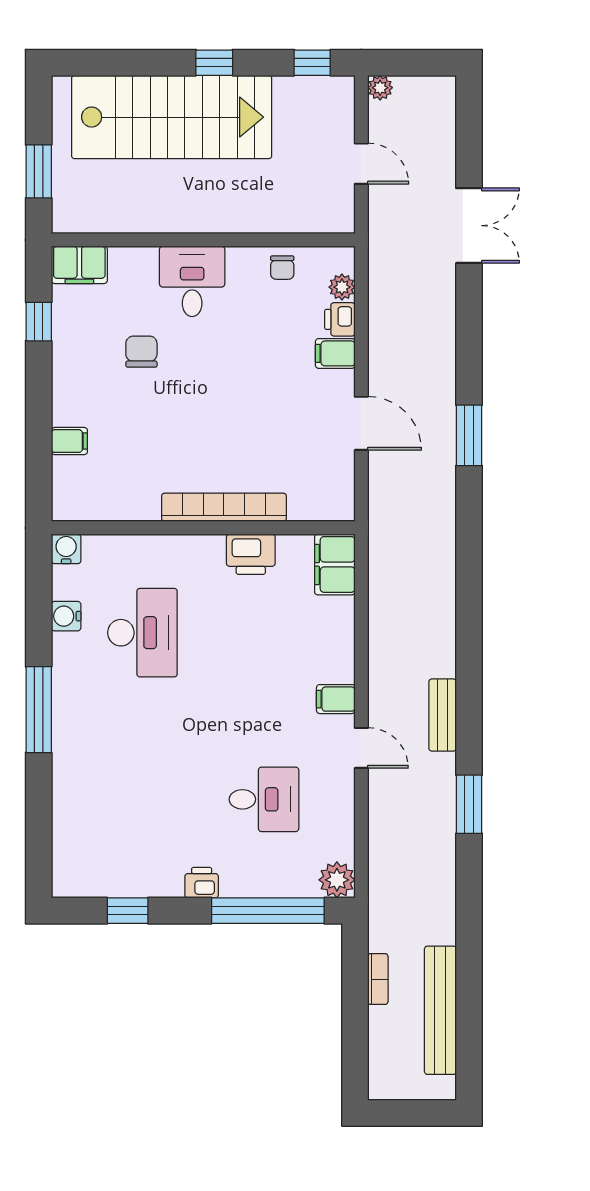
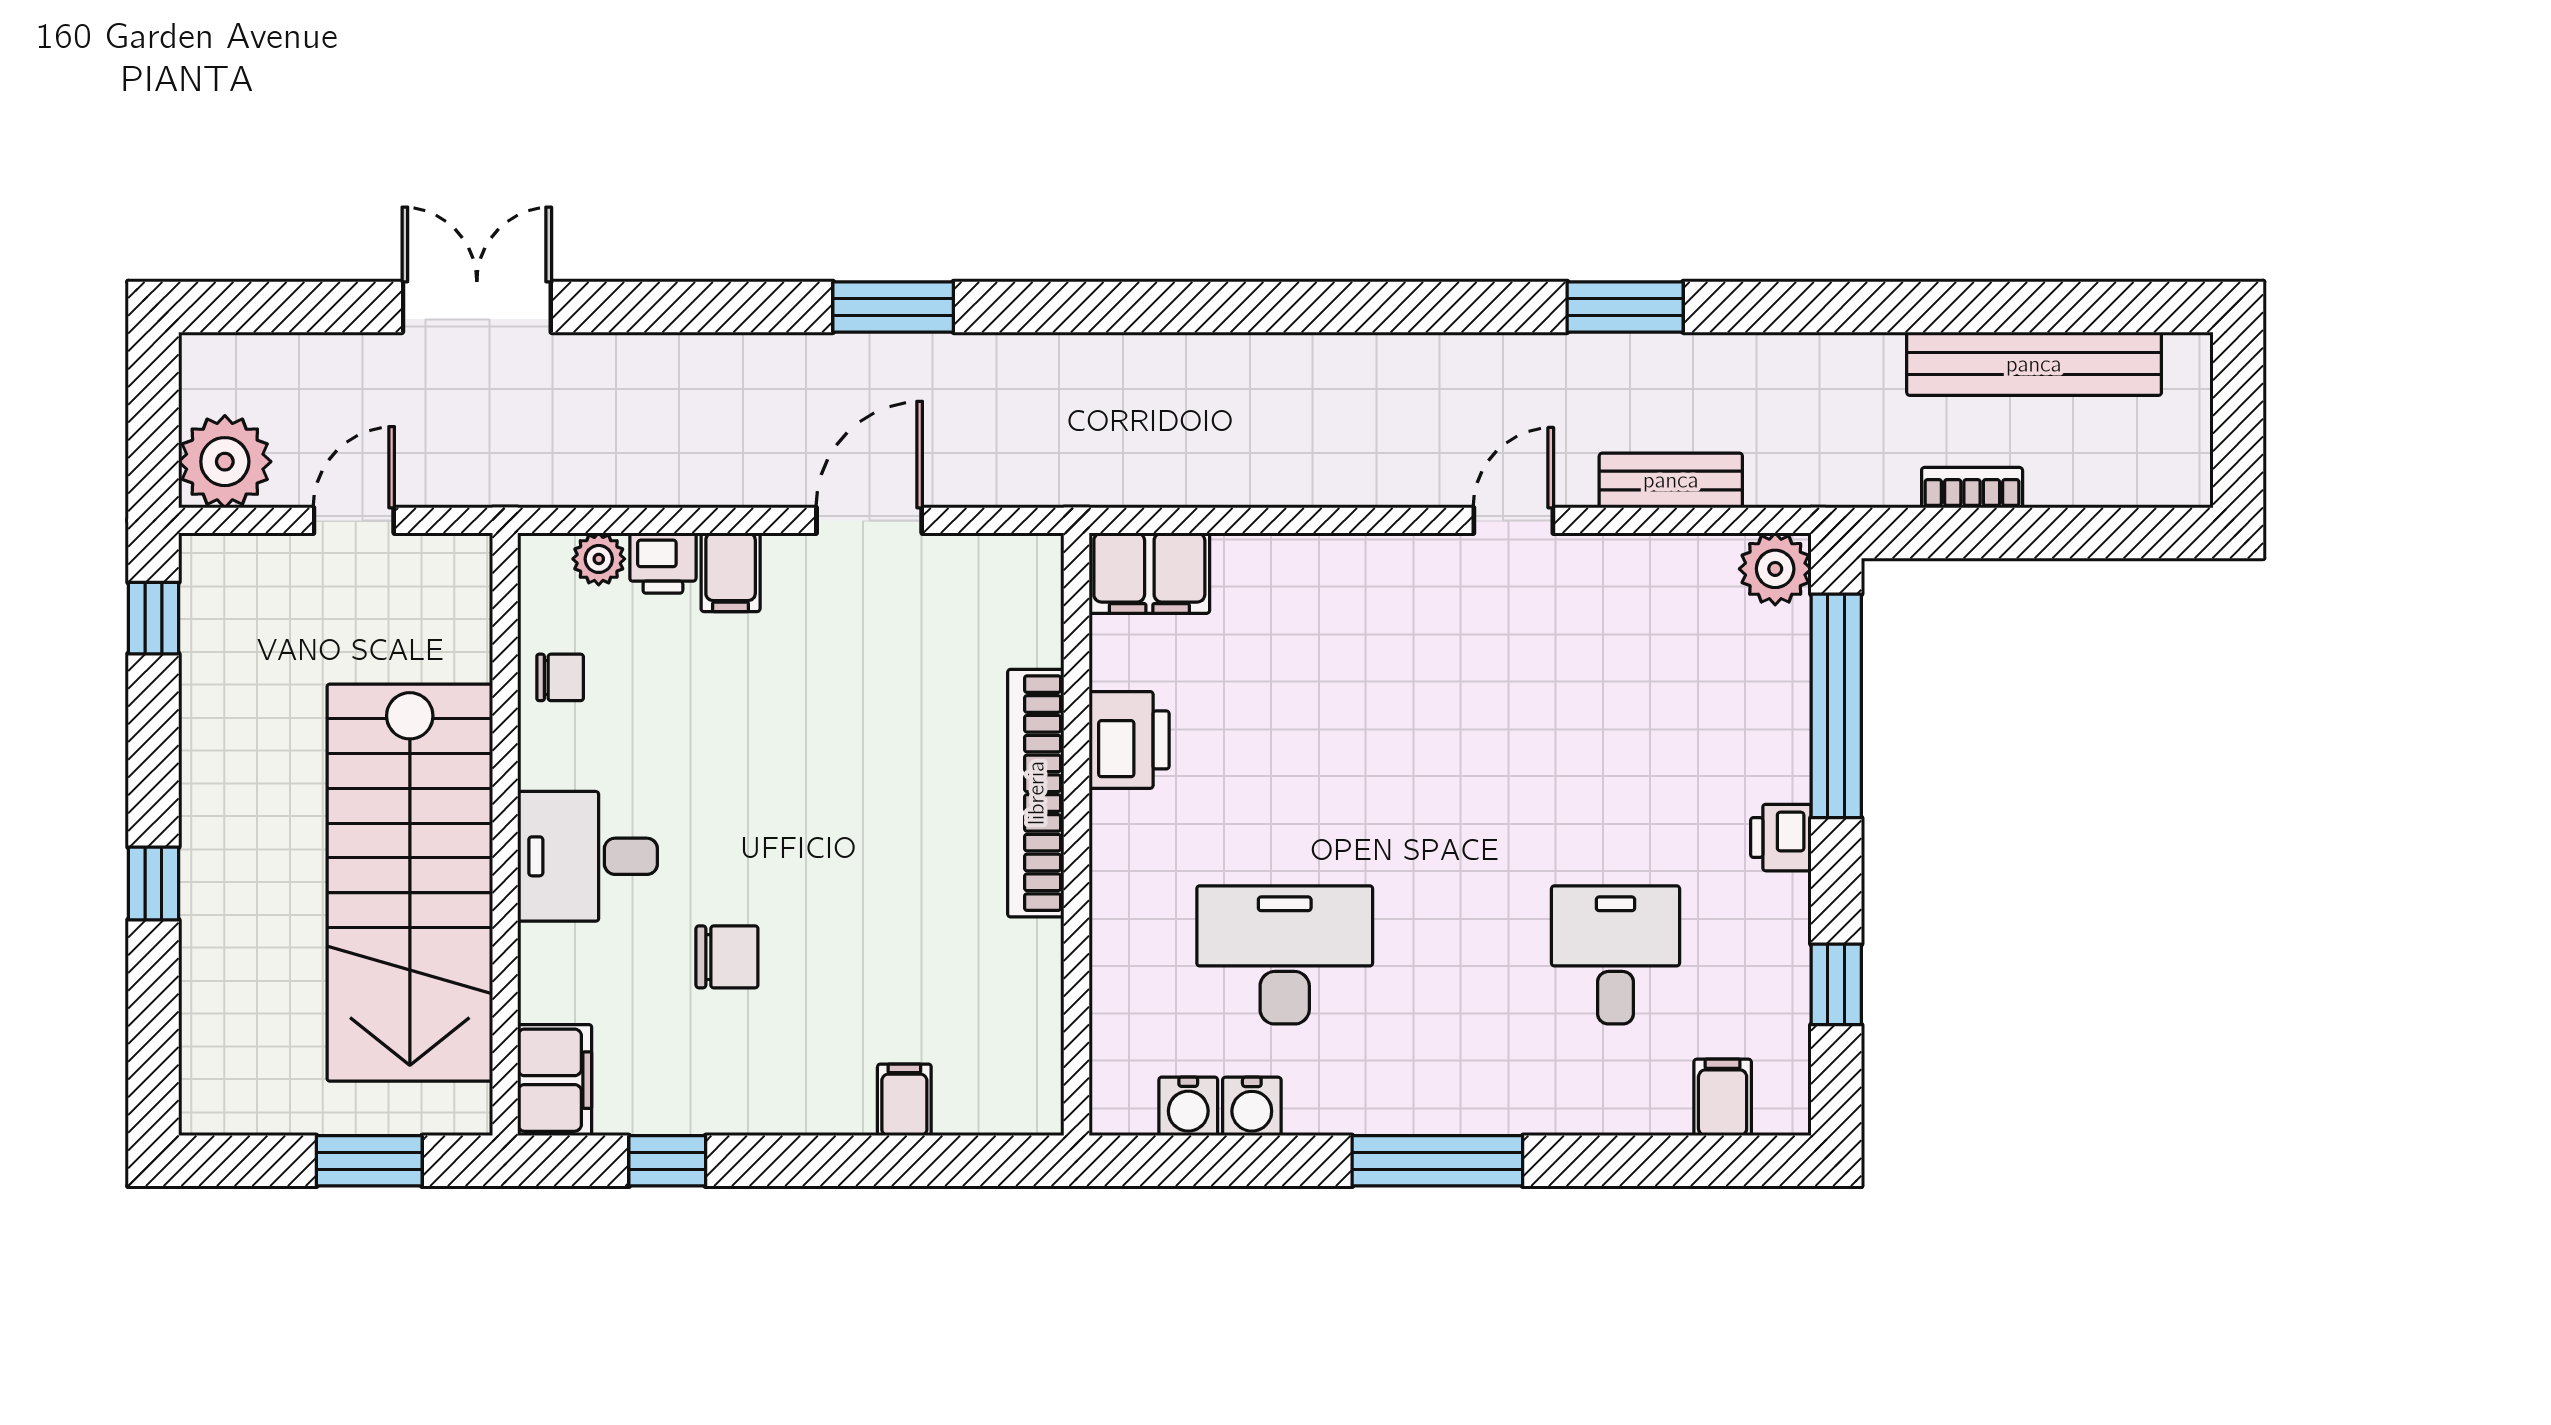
window: (214, 63) -> (153, 883), moved
plant: (380, 88) -> (225, 462), width x1.87, depth x1.87
stairs: (172, 117) -> (410, 883), moved, turned 180
chair: (141, 352) -> (727, 957), turned 180
water cooler: (66, 549) -> (1188, 1106), moved, turned -90
filing cabinet: (336, 699) -> (1723, 1097), moved, turned 180
bench: (443, 715) -> (1671, 480), moved
desk: (264, 799) -> (1616, 955), moved

